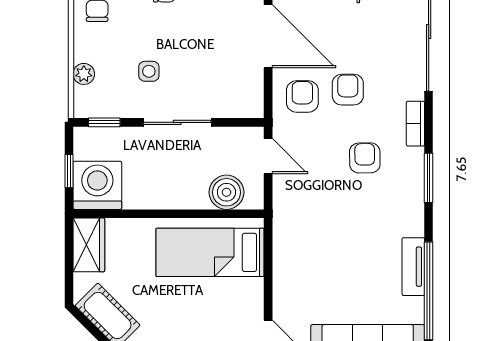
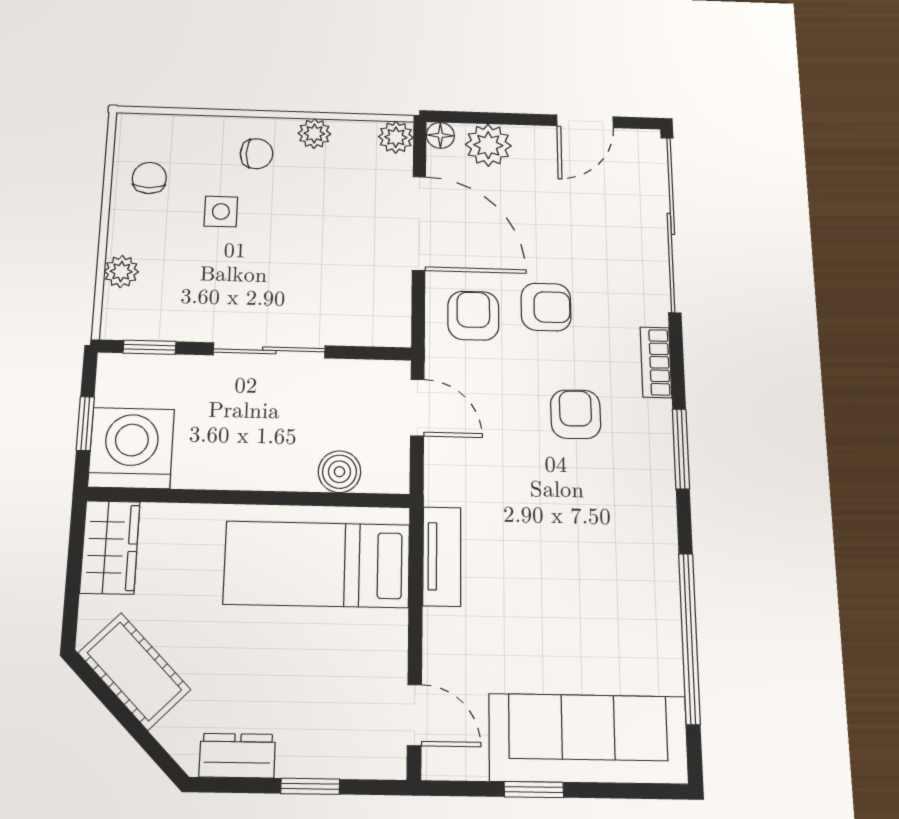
side table: (149, 71) -> (221, 211), moved
armchair: (348, 90) -> (546, 307), turned 90
boiler: (226, 192) -> (339, 472), width x0.73, depth x0.73
tv unit: (413, 267) -> (442, 556), moved, turned 180

